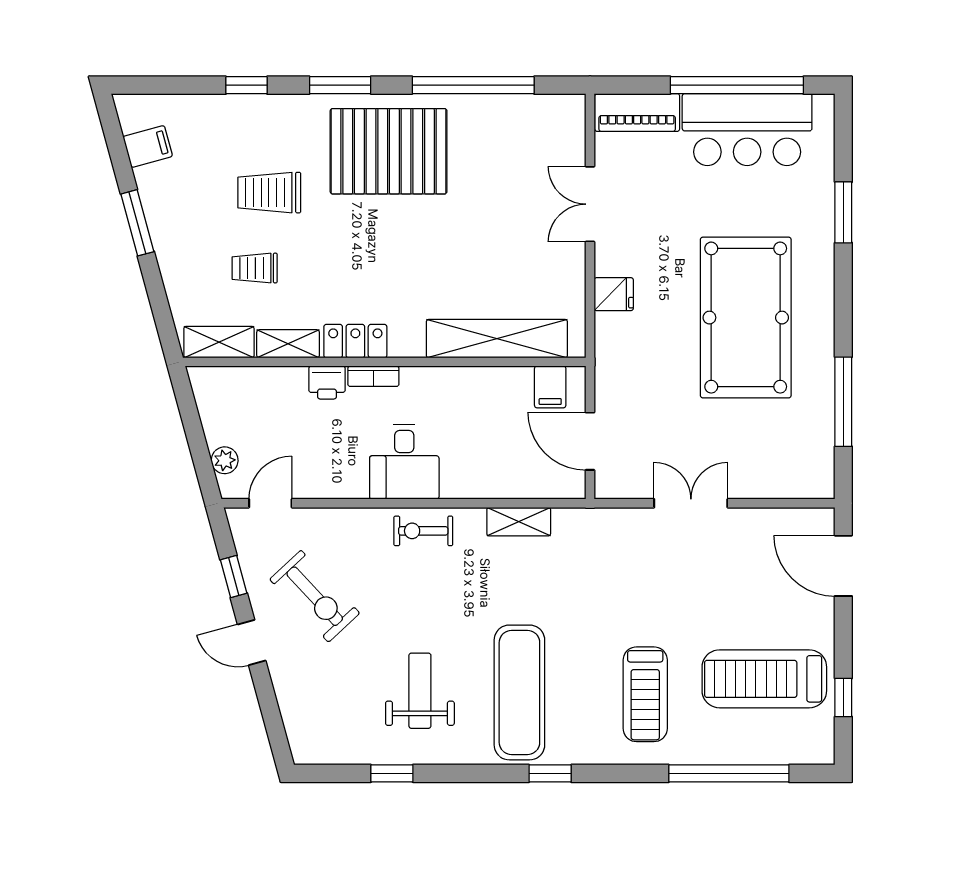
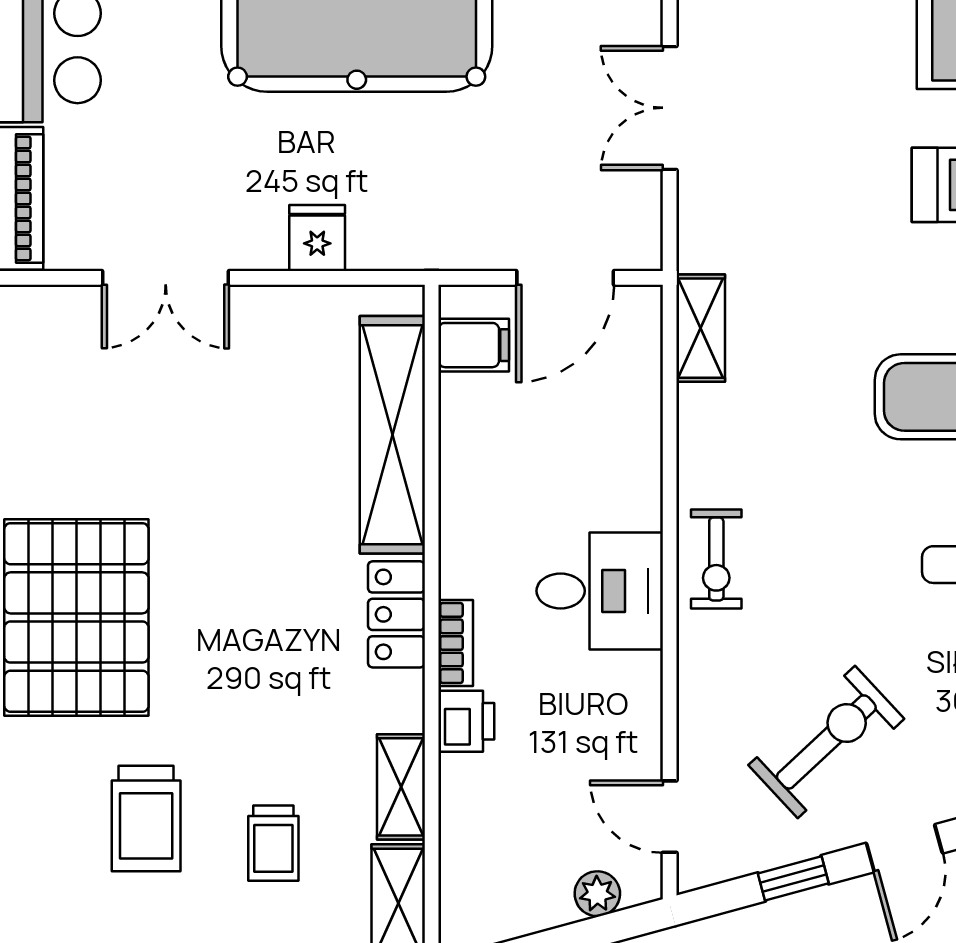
locker: (355, 341) -> (396, 614), moved
shelving: (519, 522) -> (701, 328), moved

